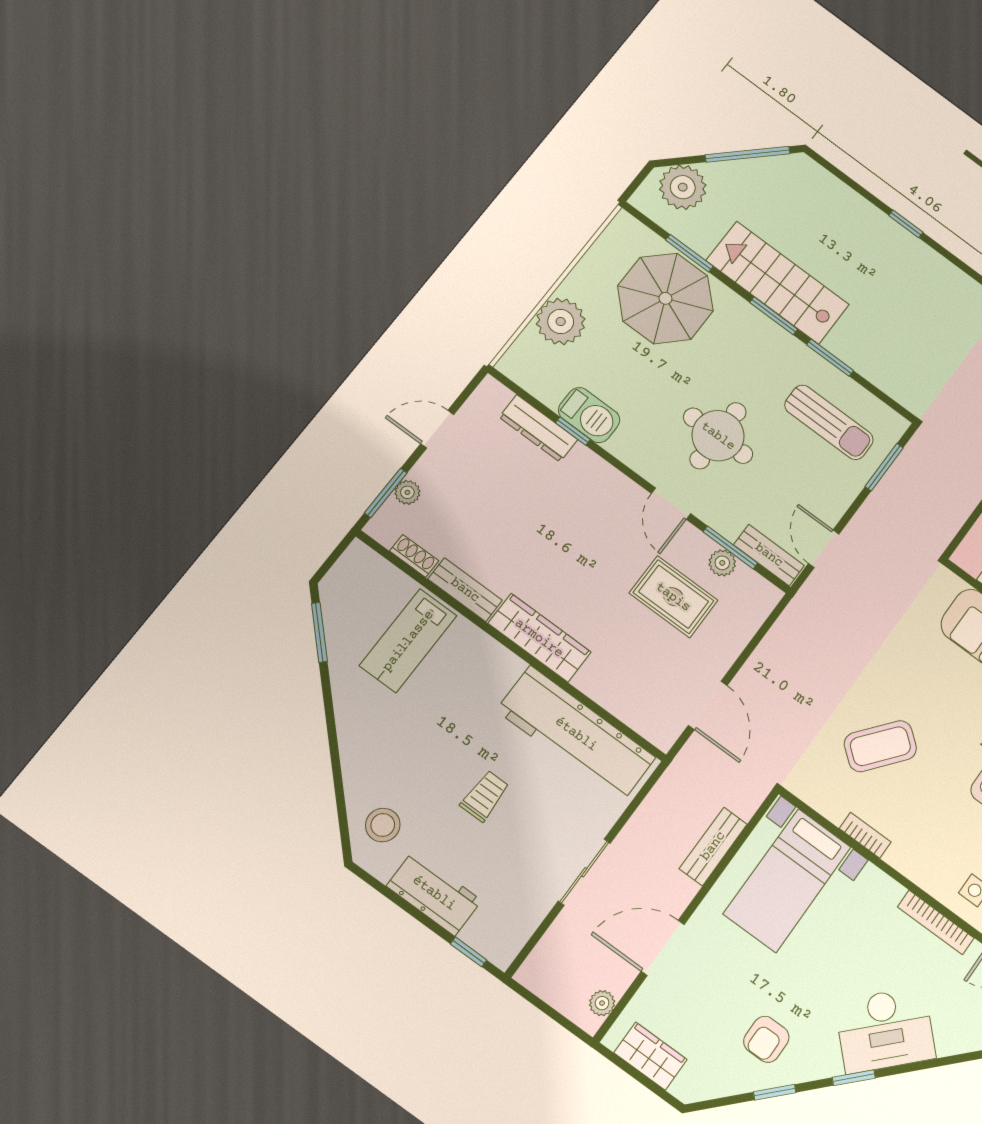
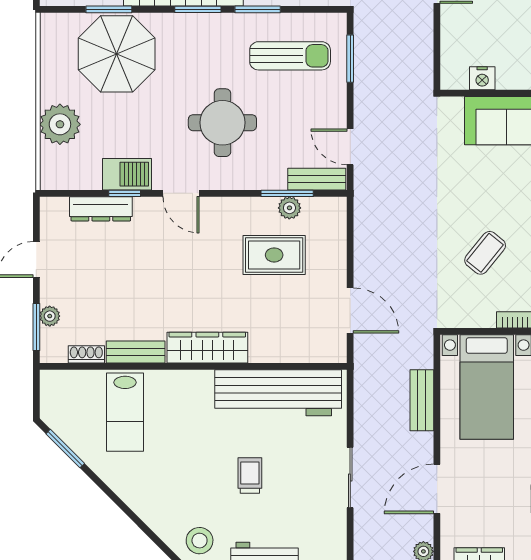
door: (671, 504) -> (181, 193), moved
coffee table: (880, 746) -> (485, 253), width x0.73, depth x0.77

